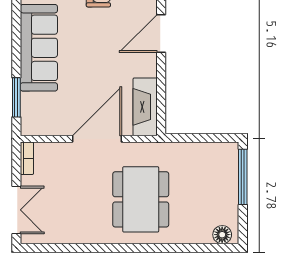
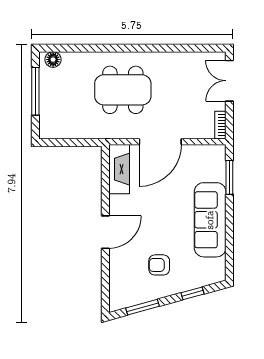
window: (243, 177) -> (35, 91), moved
dining table: (141, 199) -> (123, 90), turned 90

